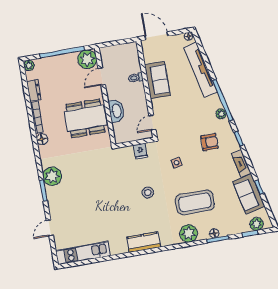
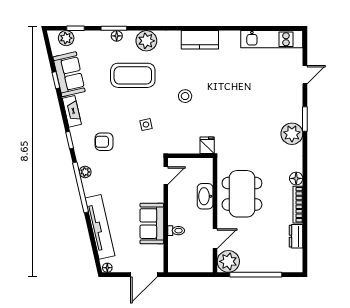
door: (156, 36) -> (144, 275), hinge flipped
plant: (29, 66) -> (297, 266), removed
dining table: (86, 118) -> (242, 194), turned 90
fridge: (140, 151) -> (207, 145), moved

